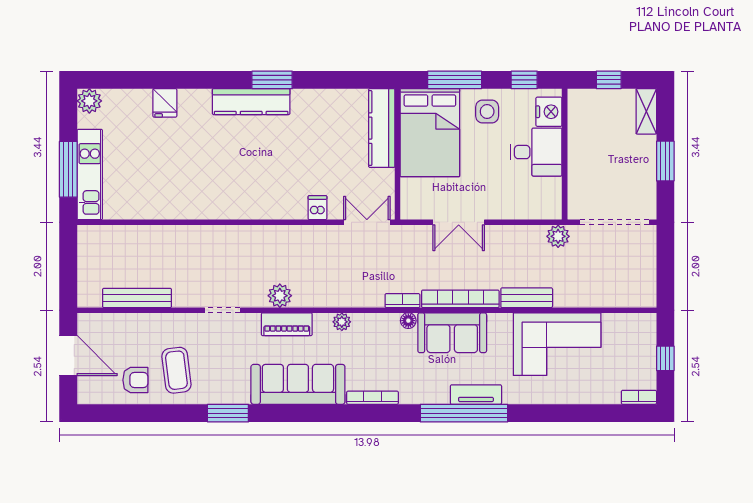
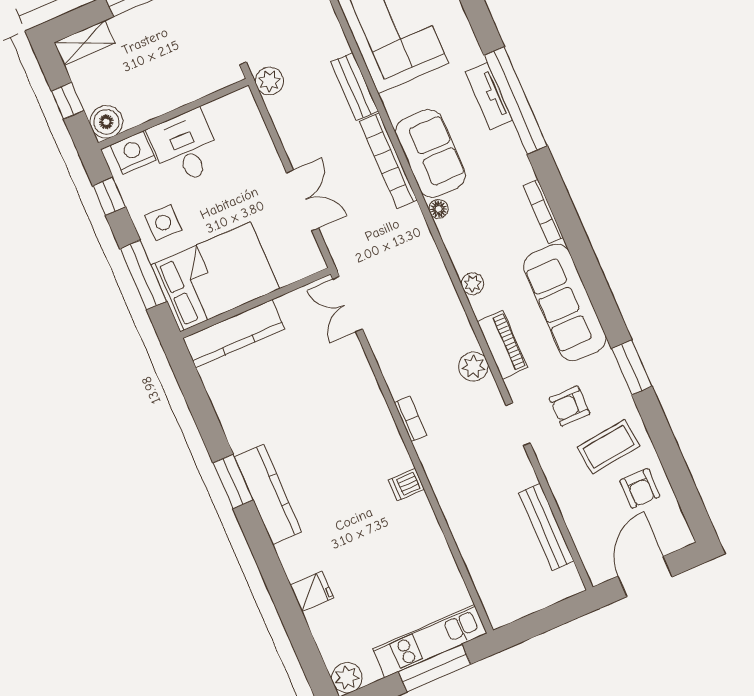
boiler: (580, 102) -> (106, 122), added
dishwasher: (317, 208) -> (406, 485), moved
bookcase: (402, 301) -> (410, 419), moved, turned 180
armchair: (219, 354) -> (569, 406), added
armchair: (135, 380) -> (640, 488), turned 180

